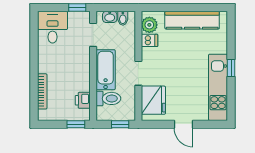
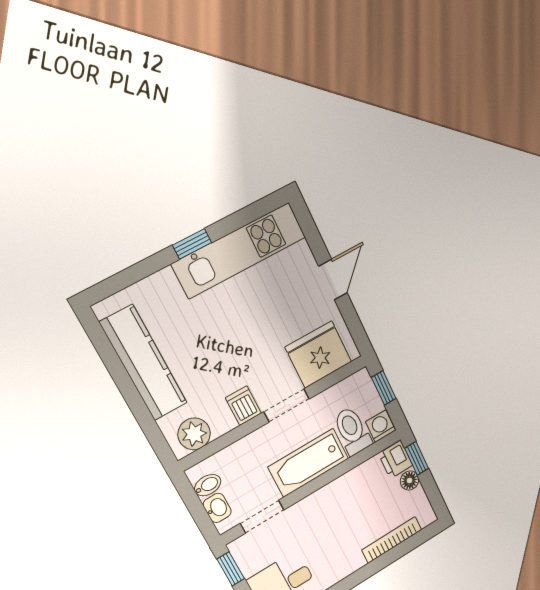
dishwasher: (149, 40) -> (243, 406), moved
printer: (83, 100) -> (396, 460), moved, turned 90
washing machine: (103, 114) -> (381, 426), added
floor lamp: (67, 115) -> (410, 480), added

